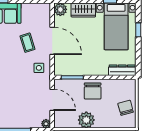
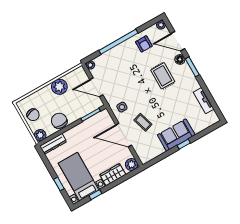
plant: (130, 85) -> (40, 135), added
chair: (93, 91) -> (59, 121), moved

